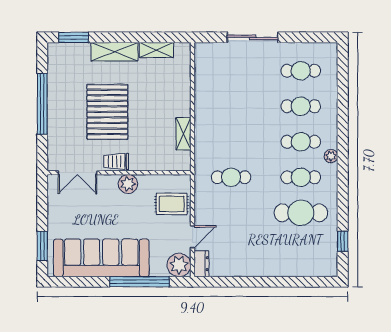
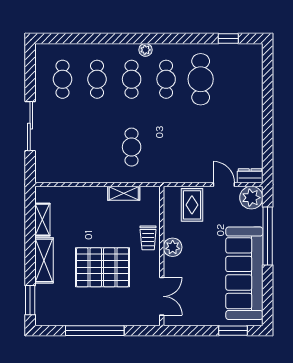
trolley: (116, 161) -> (148, 238), moved
cafe table: (231, 177) -> (132, 147), moved

